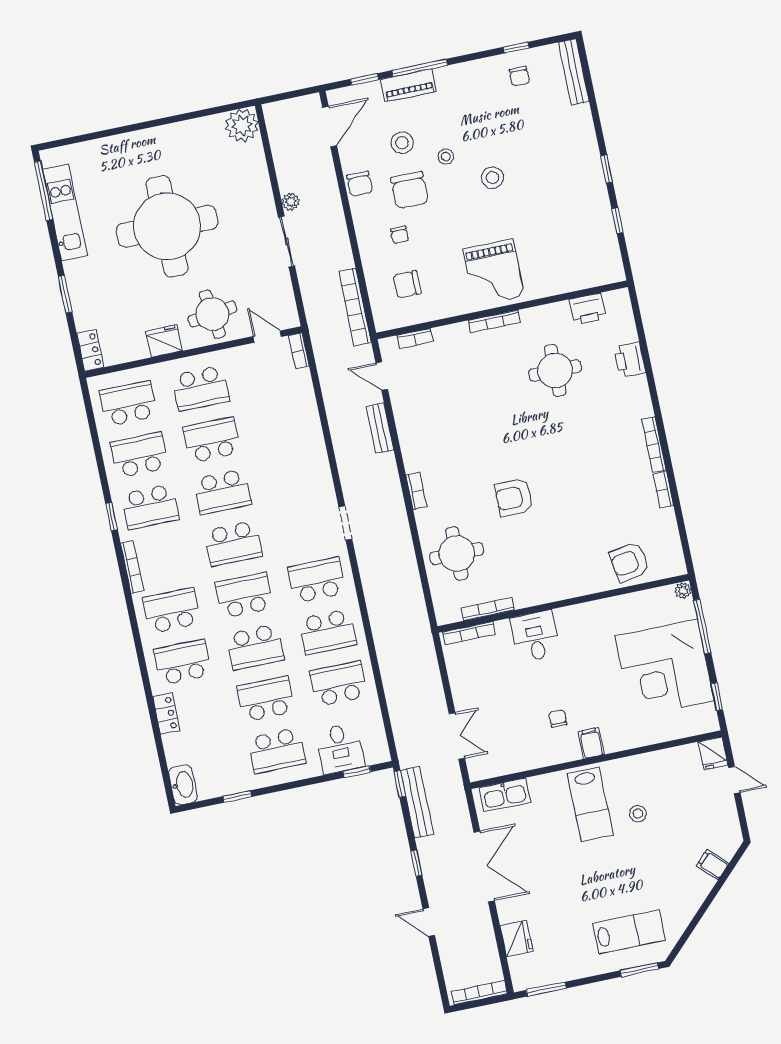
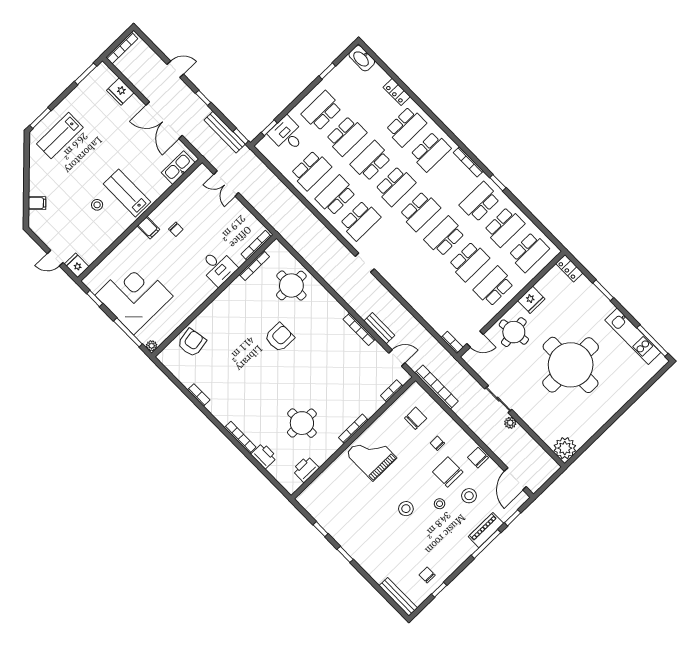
bookcase: (654, 444) -> (240, 437), moved
bookcase: (416, 491) -> (359, 329), moved, width x1.56
school desk: (233, 543) -> (420, 211), turned 180

